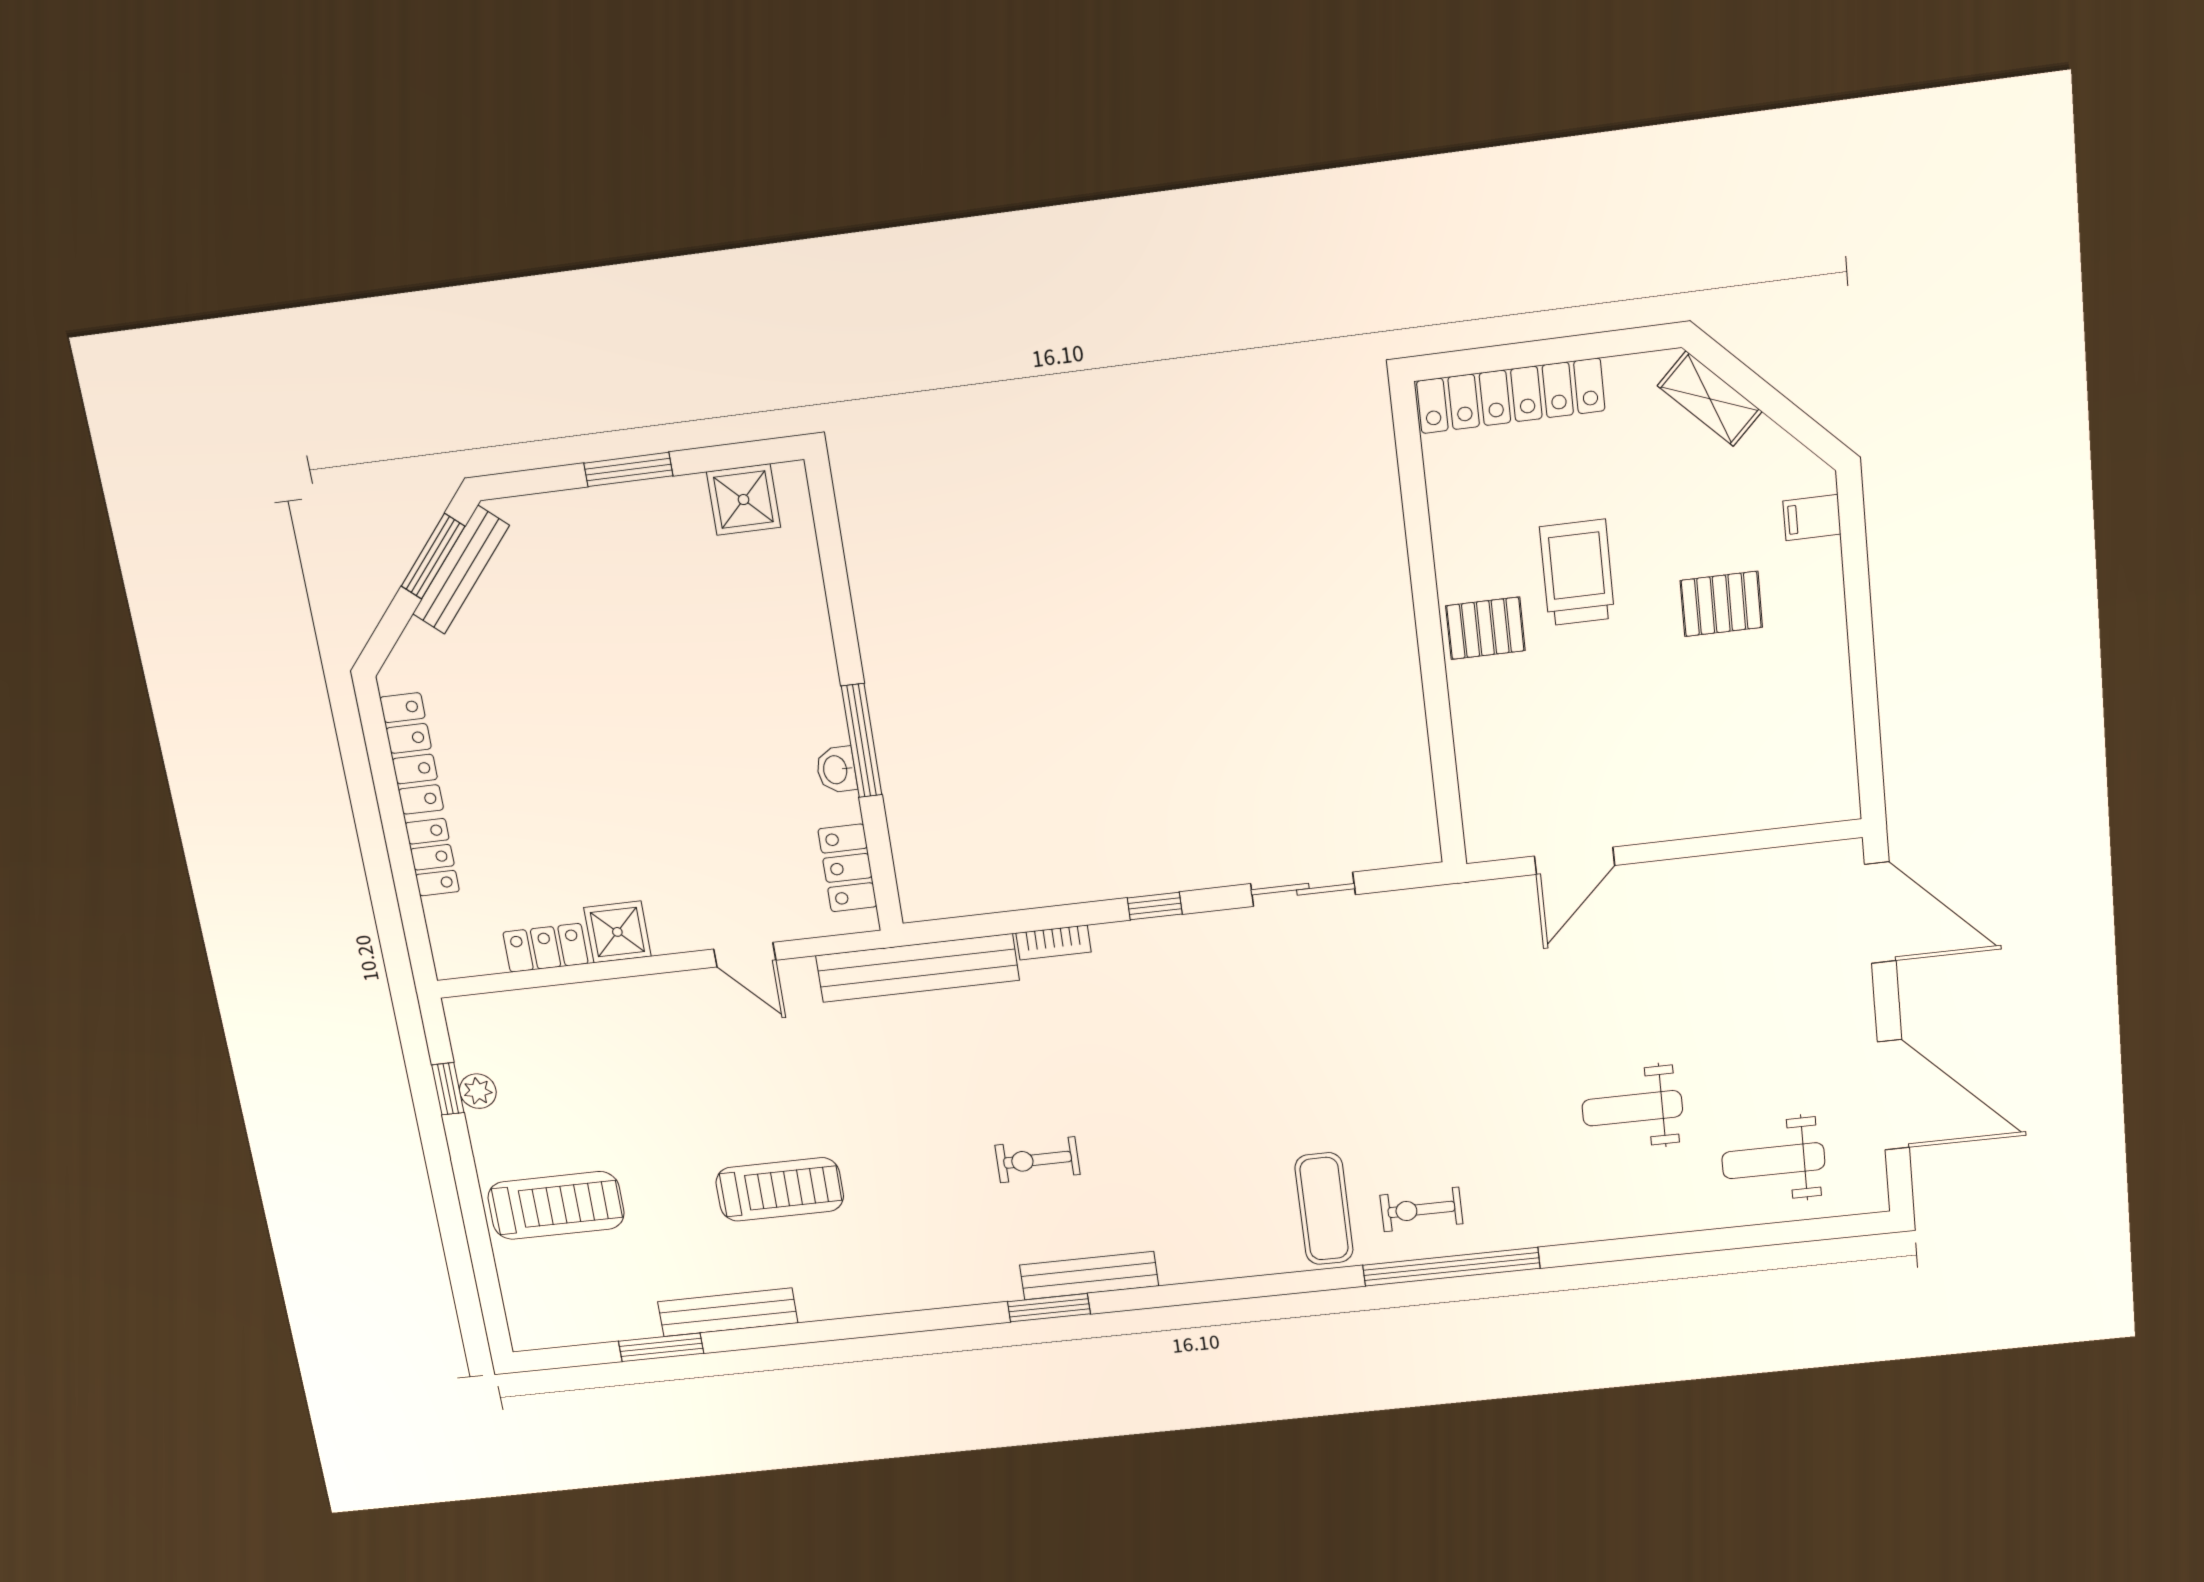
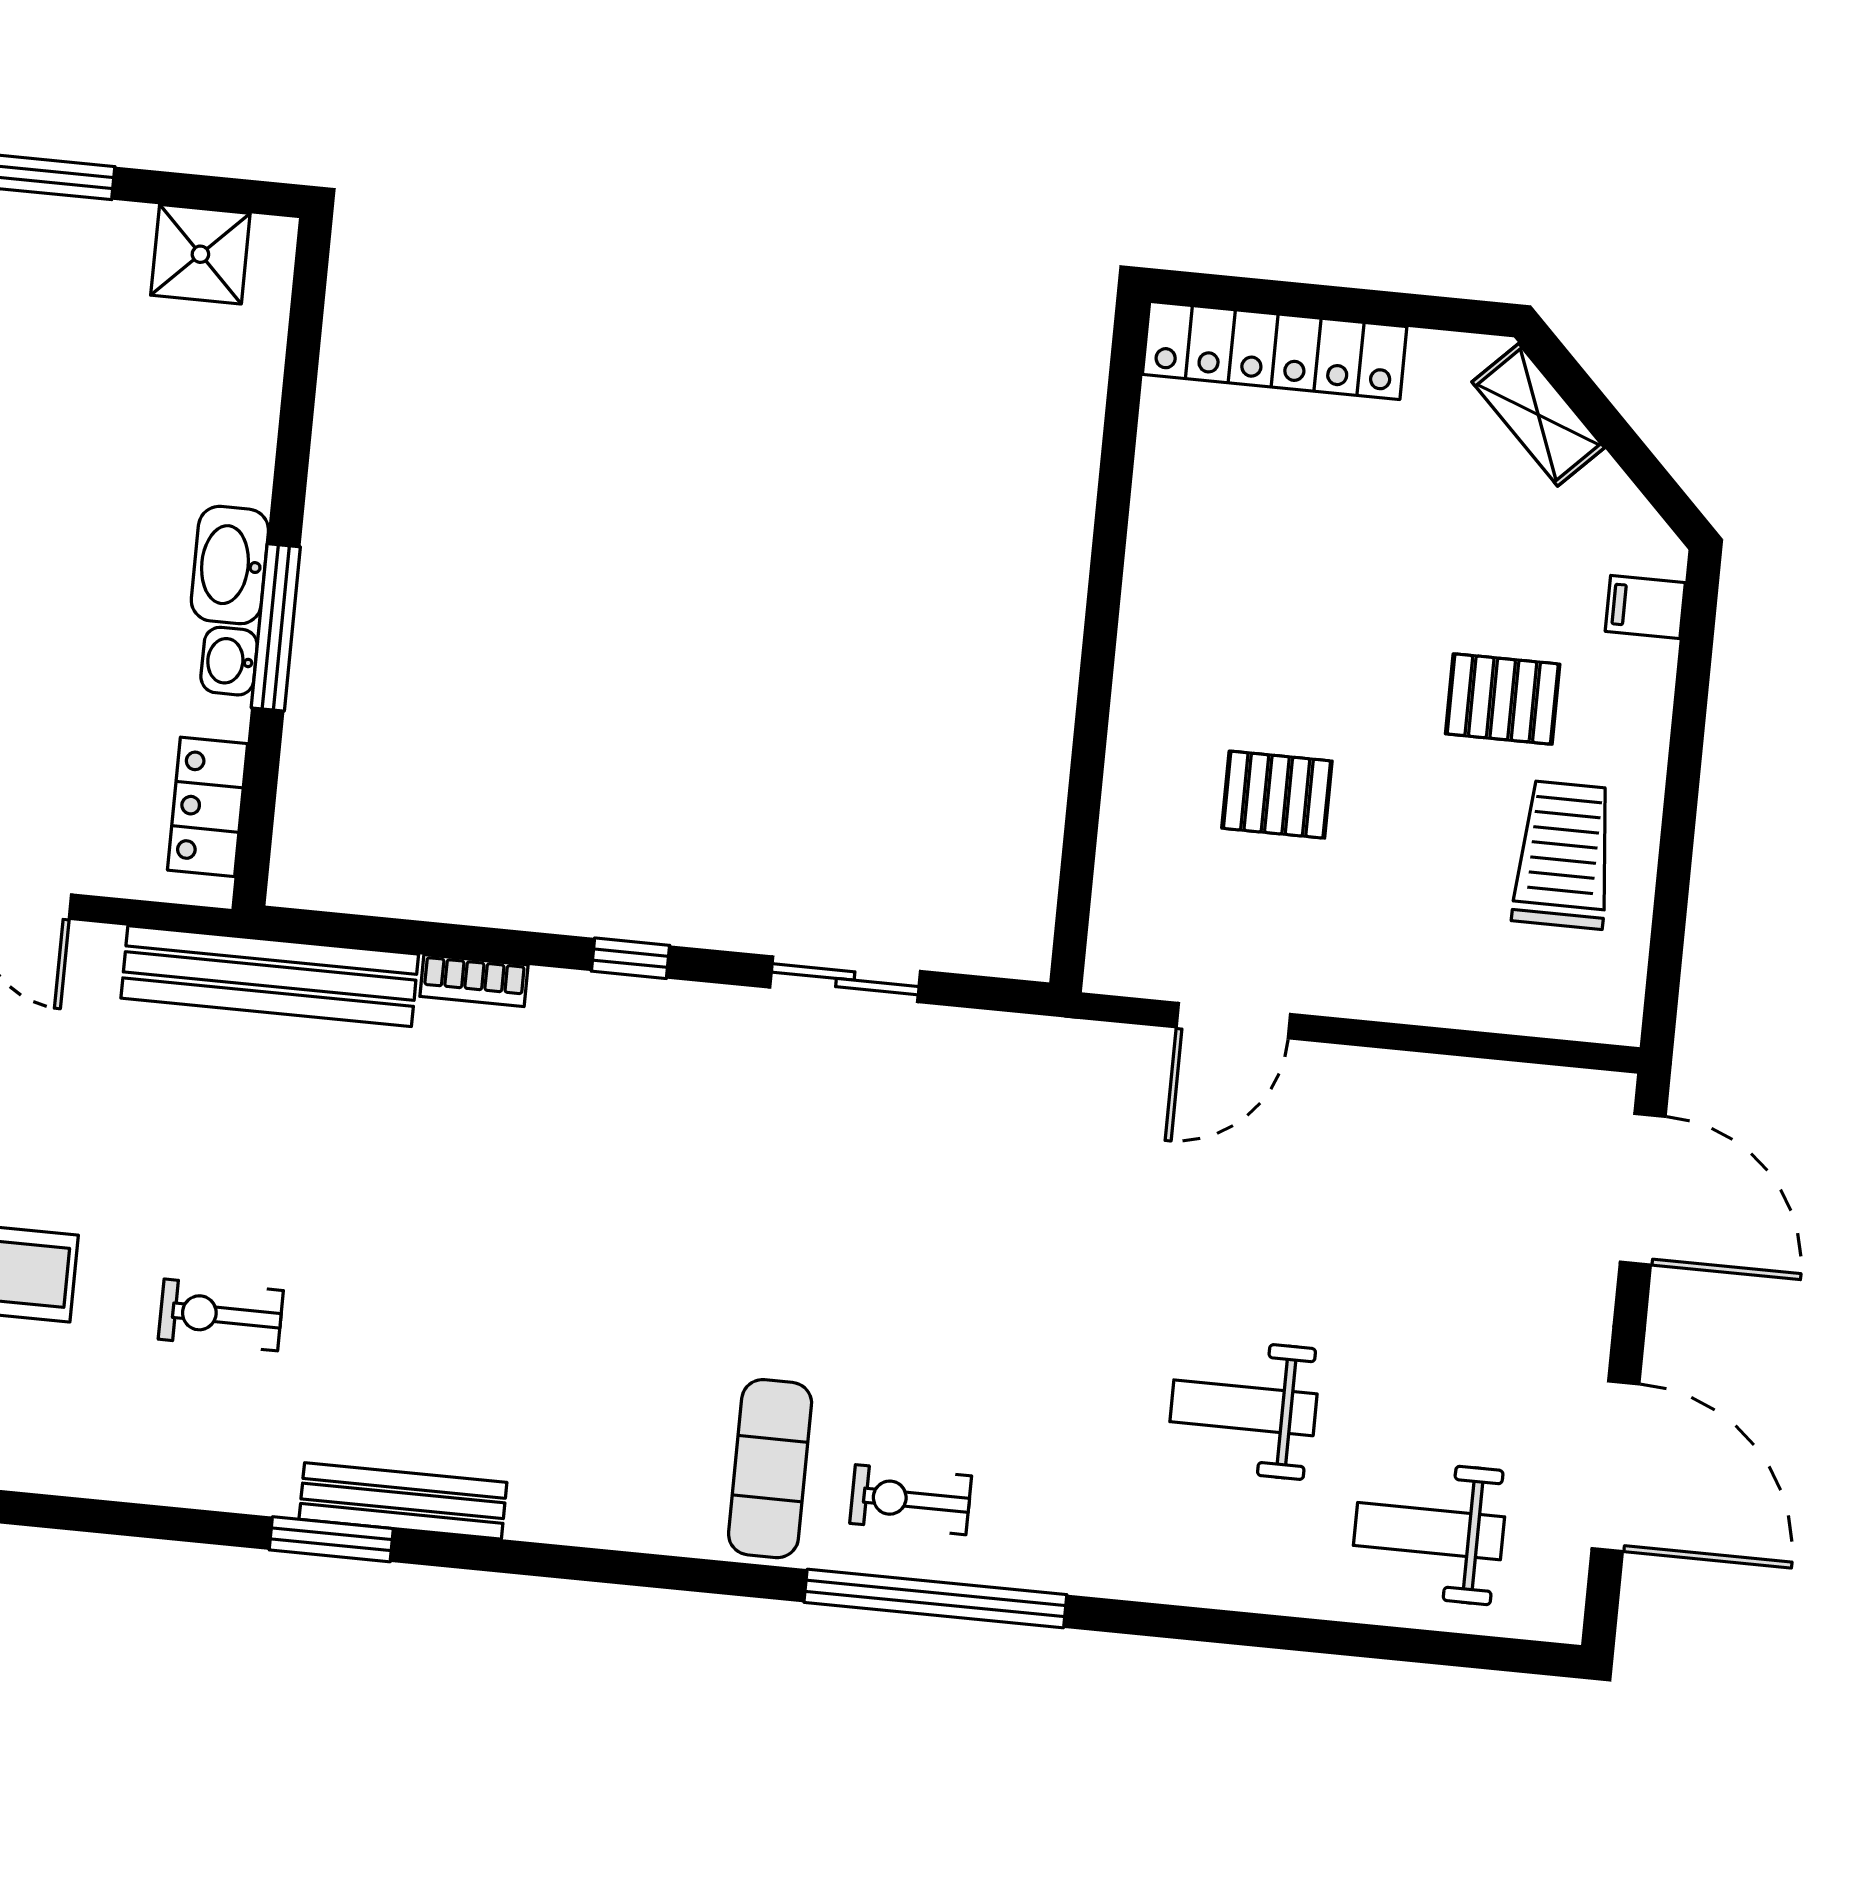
trolley: (1577, 573) -> (1564, 855), moved
pallet: (1485, 628) -> (1277, 795), moved
washbasin: (820, 706) -> (230, 565), added
exercise bike: (1038, 1160) -> (221, 1315), moved

